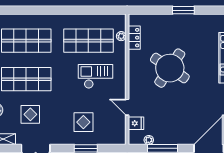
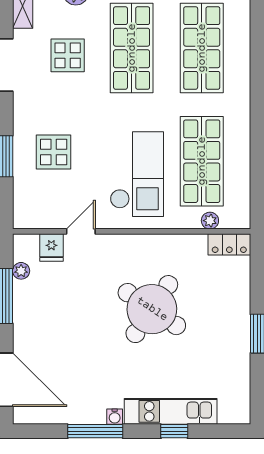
locker: (134, 38) -> (229, 244), moved
checkout: (96, 76) -> (137, 174), width x1.36, depth x1.21

